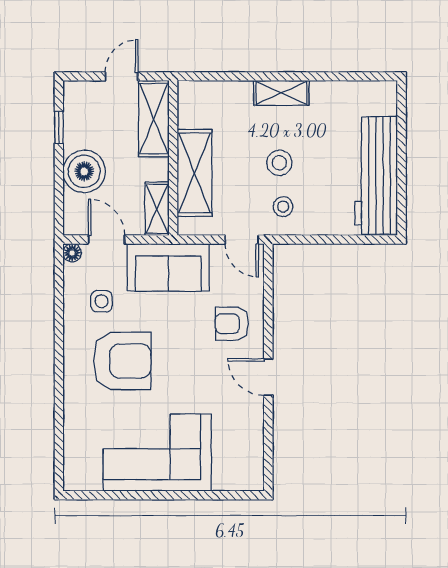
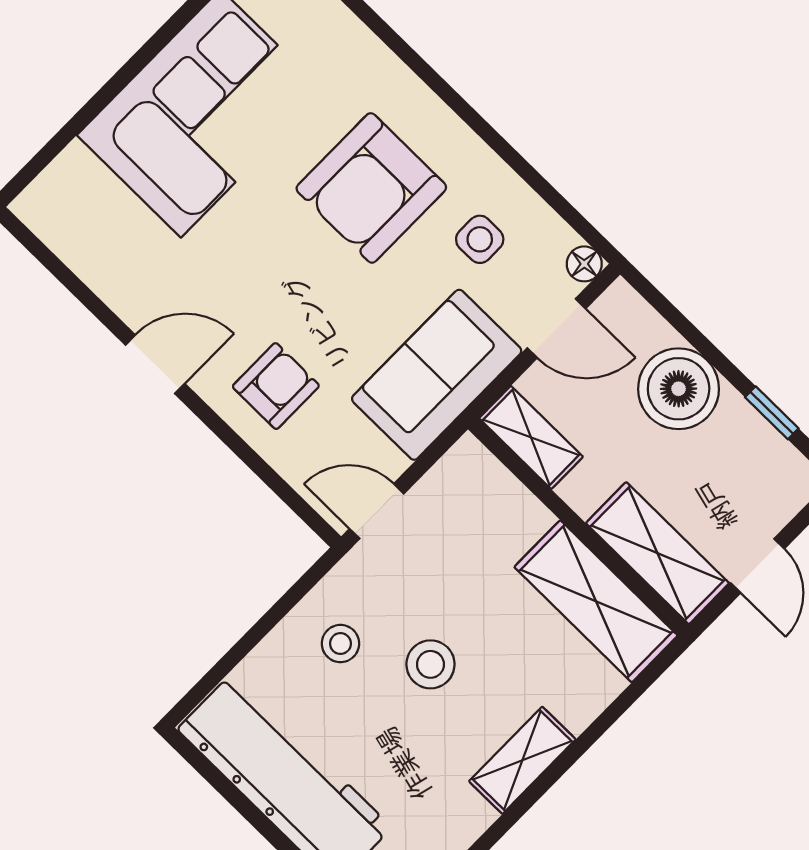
shelving: (195, 173) -> (596, 601), moved
stool: (283, 207) -> (340, 644), moved

